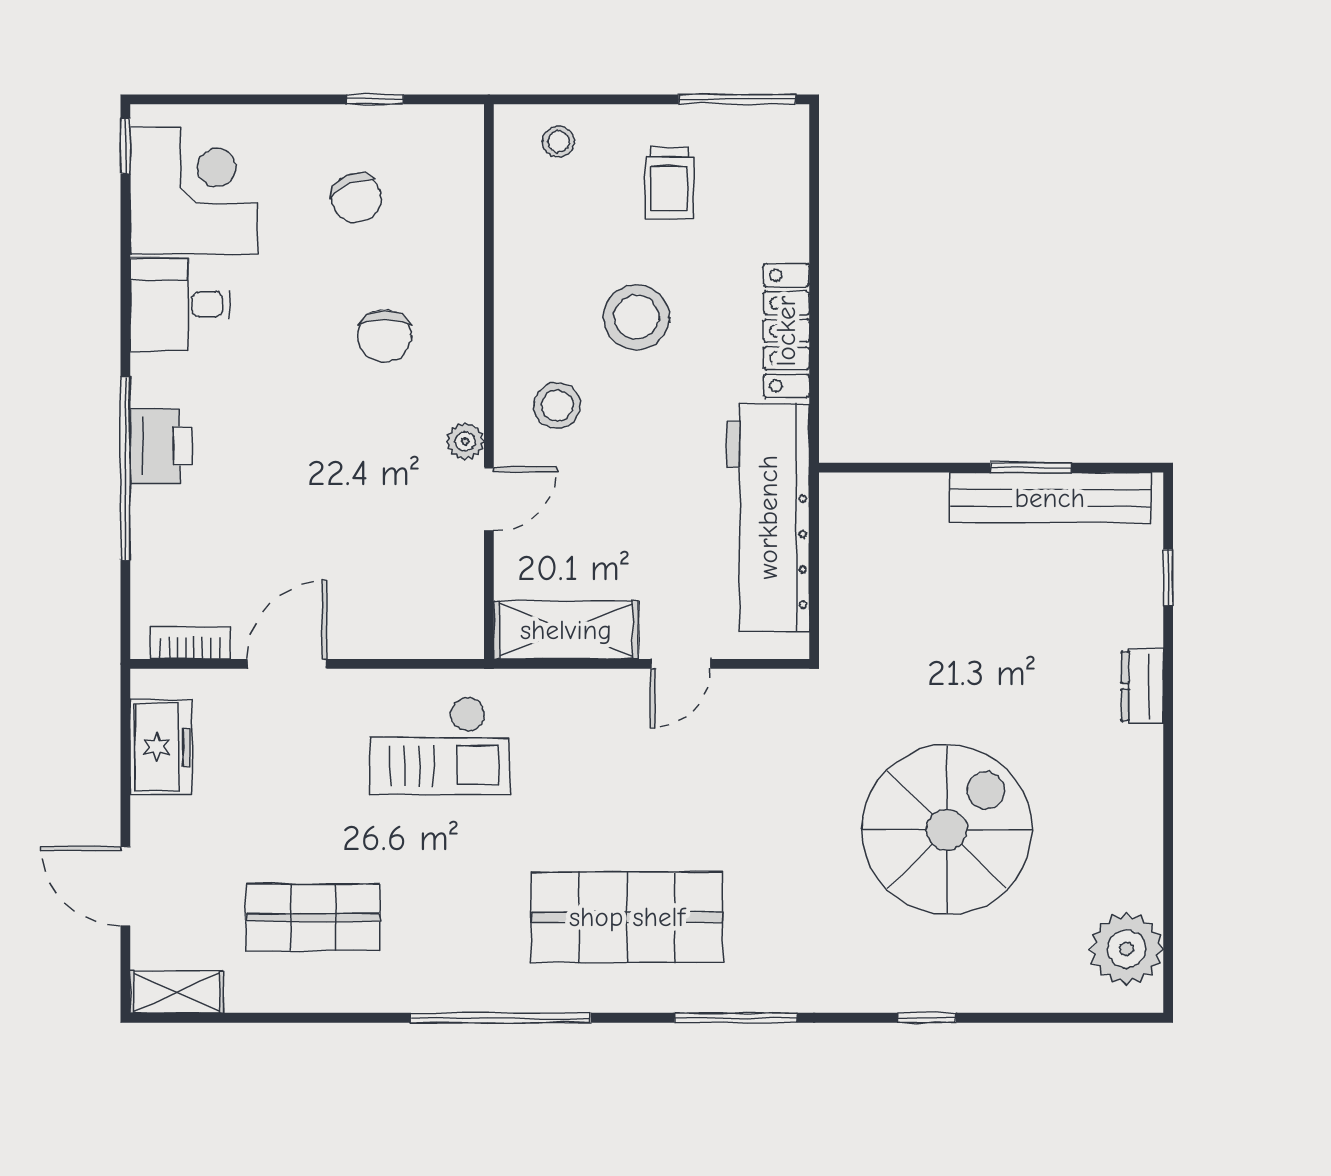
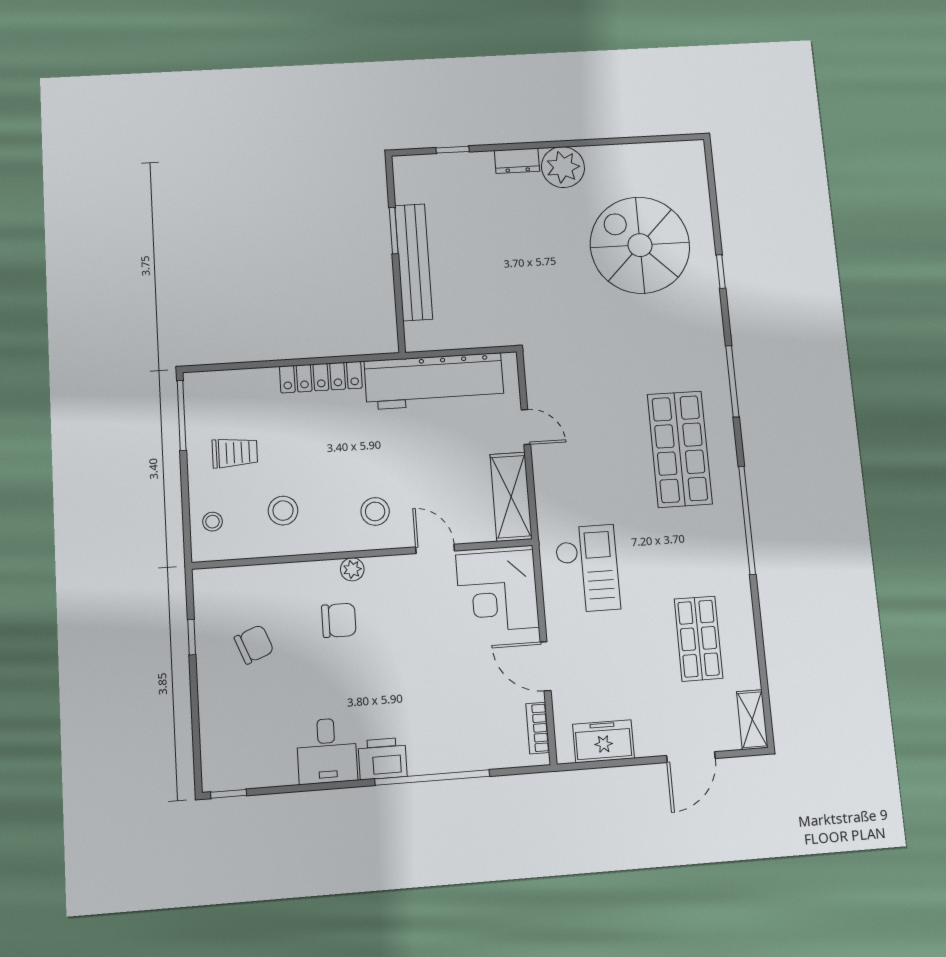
corner desk: (194, 191) -> (497, 591), moved, turned -90
stool: (636, 317) -> (283, 511), moved, width x0.73, depth x0.73
plant: (465, 441) -> (352, 569), moved
printer: (161, 446) -> (382, 759), moved
bench: (1050, 498) -> (414, 262), moved
spiral stairs: (947, 830) -> (640, 245), moved
plant: (1127, 949) -> (563, 167), moved

